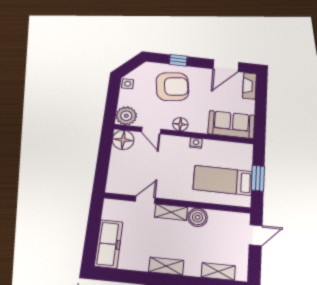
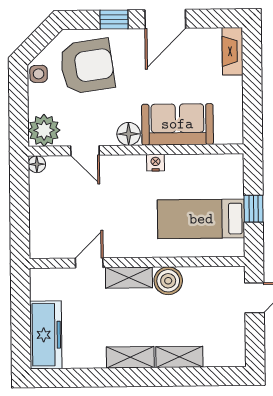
door: (226, 66) -> (165, 19), moved
armchair: (172, 87) -> (87, 66), moved
sofa: (231, 125) -> (177, 124), moved
floor lamp: (123, 140) -> (37, 164), width x0.53, depth x0.53
window: (258, 178) -> (254, 209), width x0.67
shelving: (218, 271) -> (179, 357), moved

